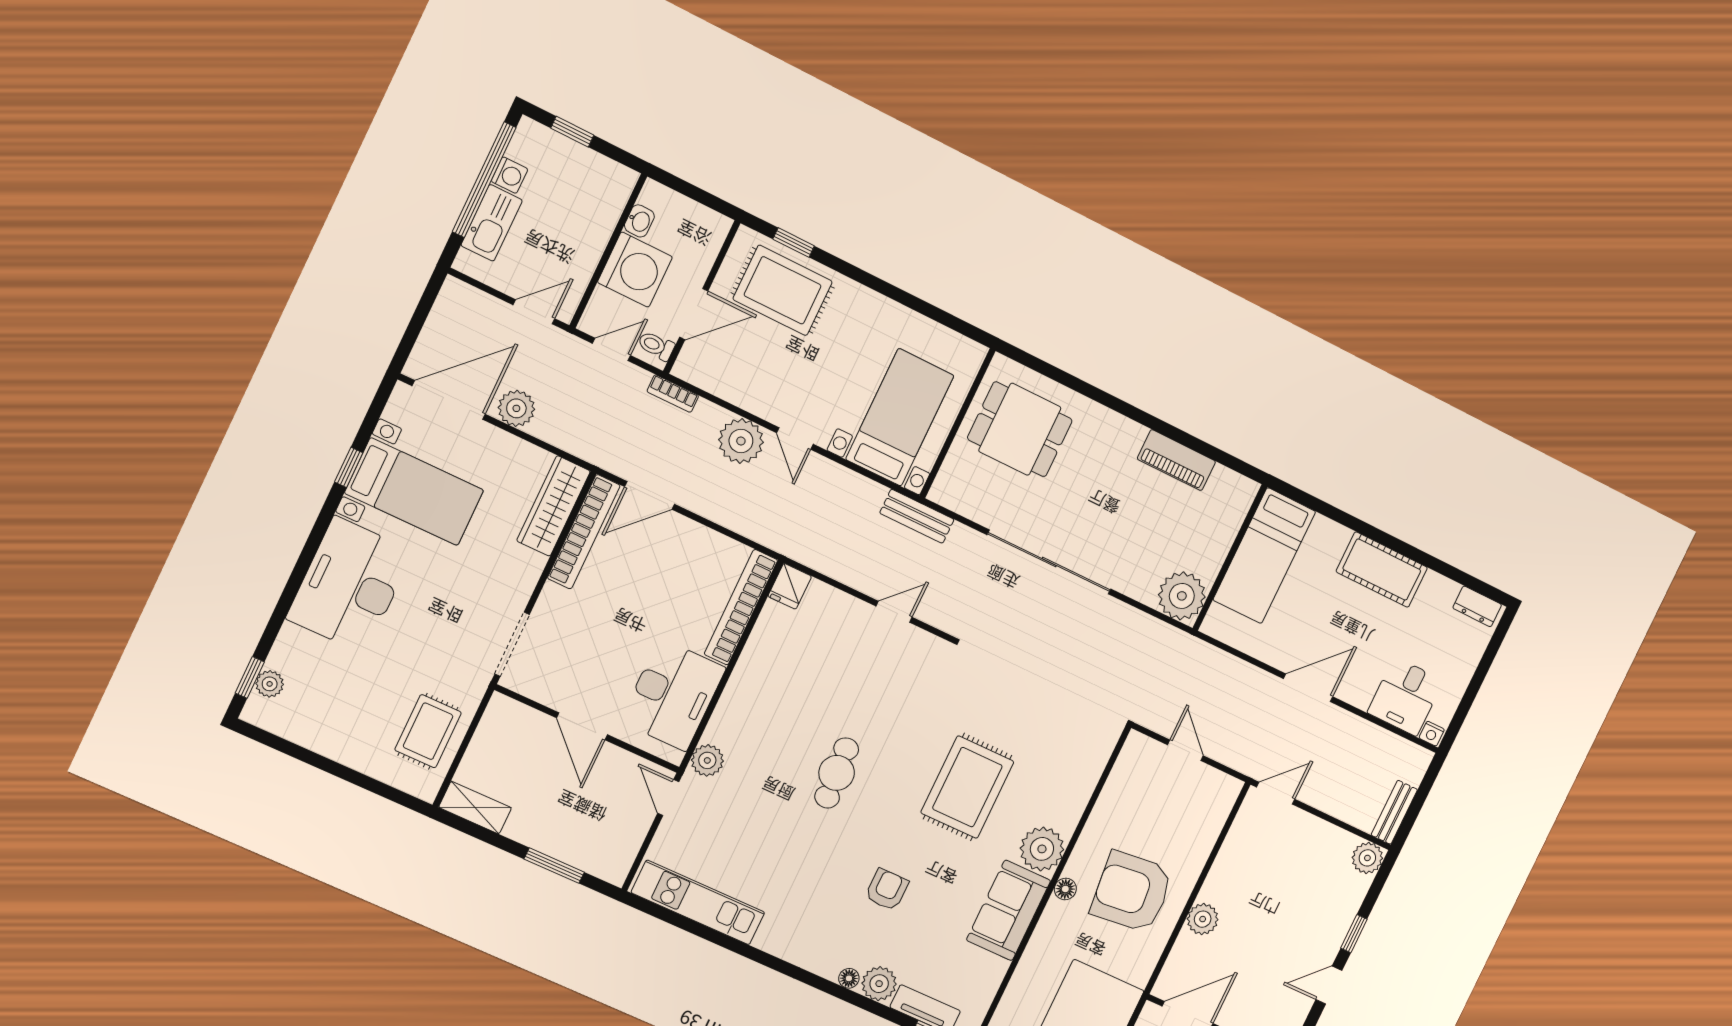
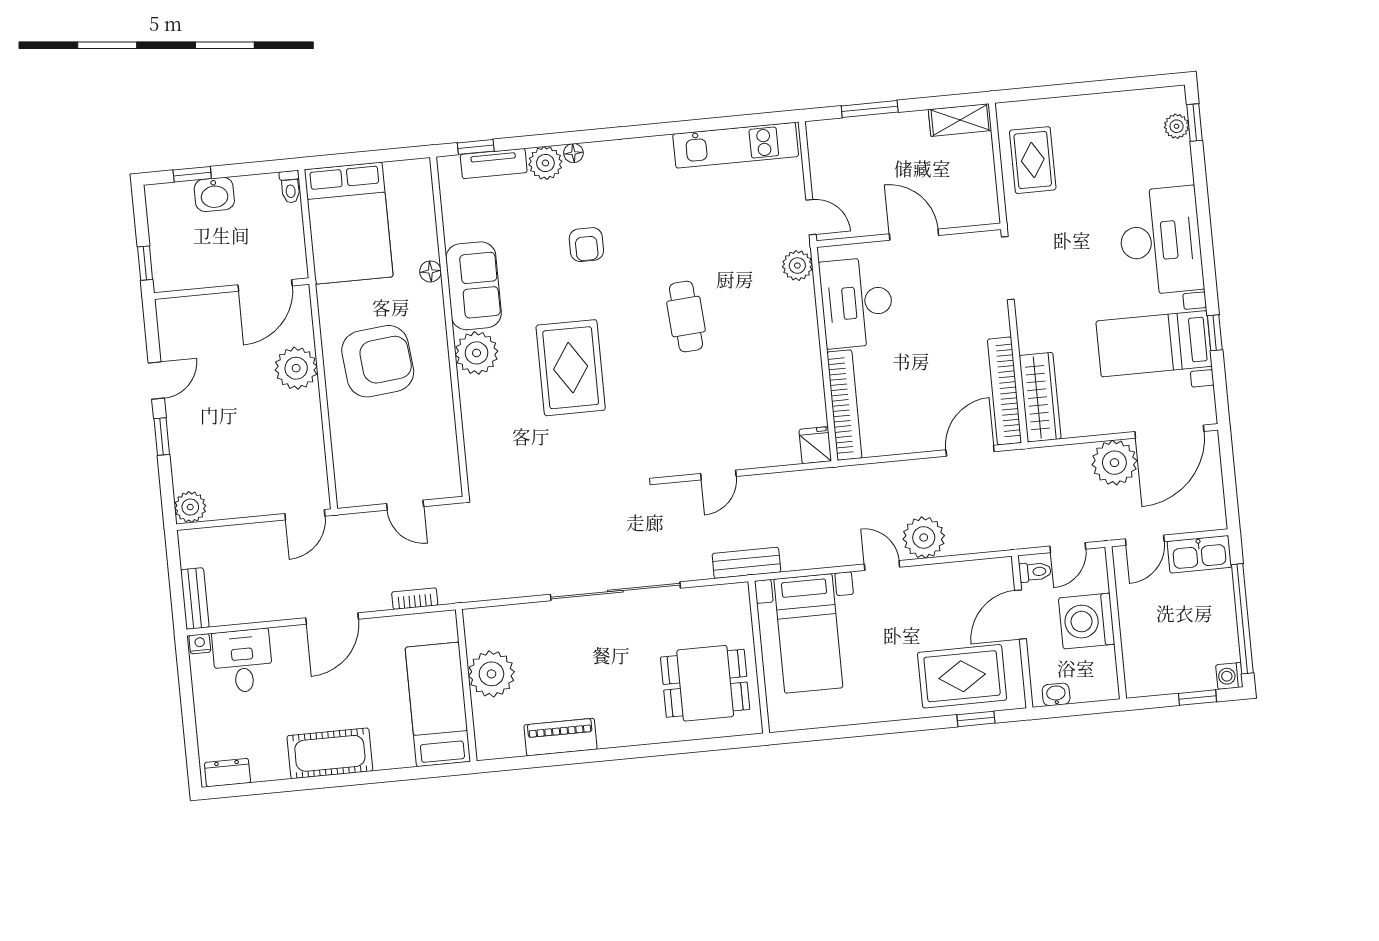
washing machine: (509, 175) -> (1229, 676), moved
washbasin: (639, 221) -> (1056, 694), moved, turned 90
kitchen sink: (492, 223) -> (1199, 554), moved, turned -90
bookcase: (673, 394) -> (415, 599), moved
plant: (516, 408) -> (1114, 463), width x1.36, depth x1.36
plant: (1182, 596) -> (491, 674), moved
bench: (1394, 812) -> (195, 599), moved
floor lamp: (1065, 889) -> (430, 271), moved
plant: (1203, 919) -> (296, 368), width x1.36, depth x1.36

